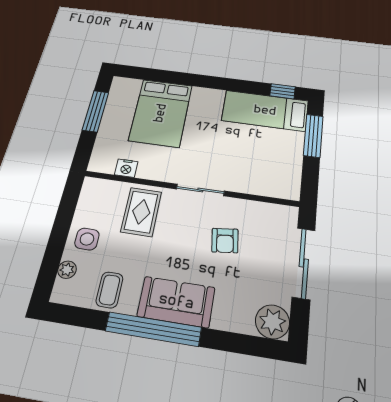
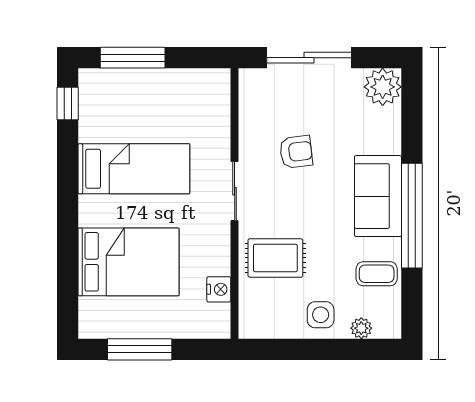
bed: (265, 111) -> (134, 169), moved, turned -90

